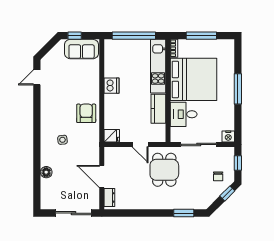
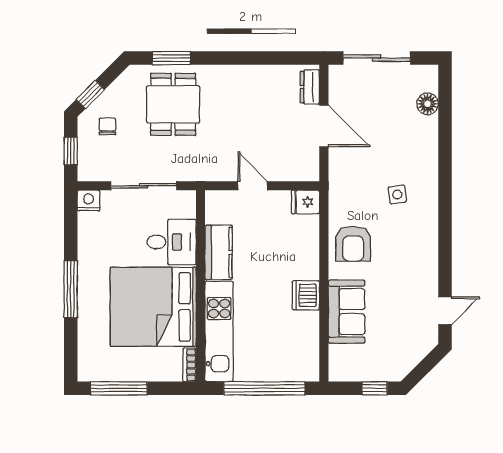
window: (201, 36) -> (119, 388), moved
sofa: (82, 49) -> (347, 312), moved, turned 90
dining table: (164, 170) -> (173, 104), moved
floor lamp: (46, 172) -> (428, 104), moved

